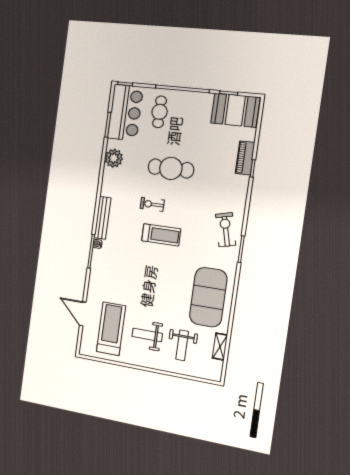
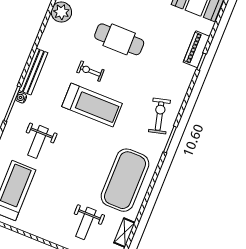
treadmill: (161, 235) -> (92, 105), width x1.37, depth x1.38
weight bench: (147, 335) -> (38, 142), moved, turned -90

